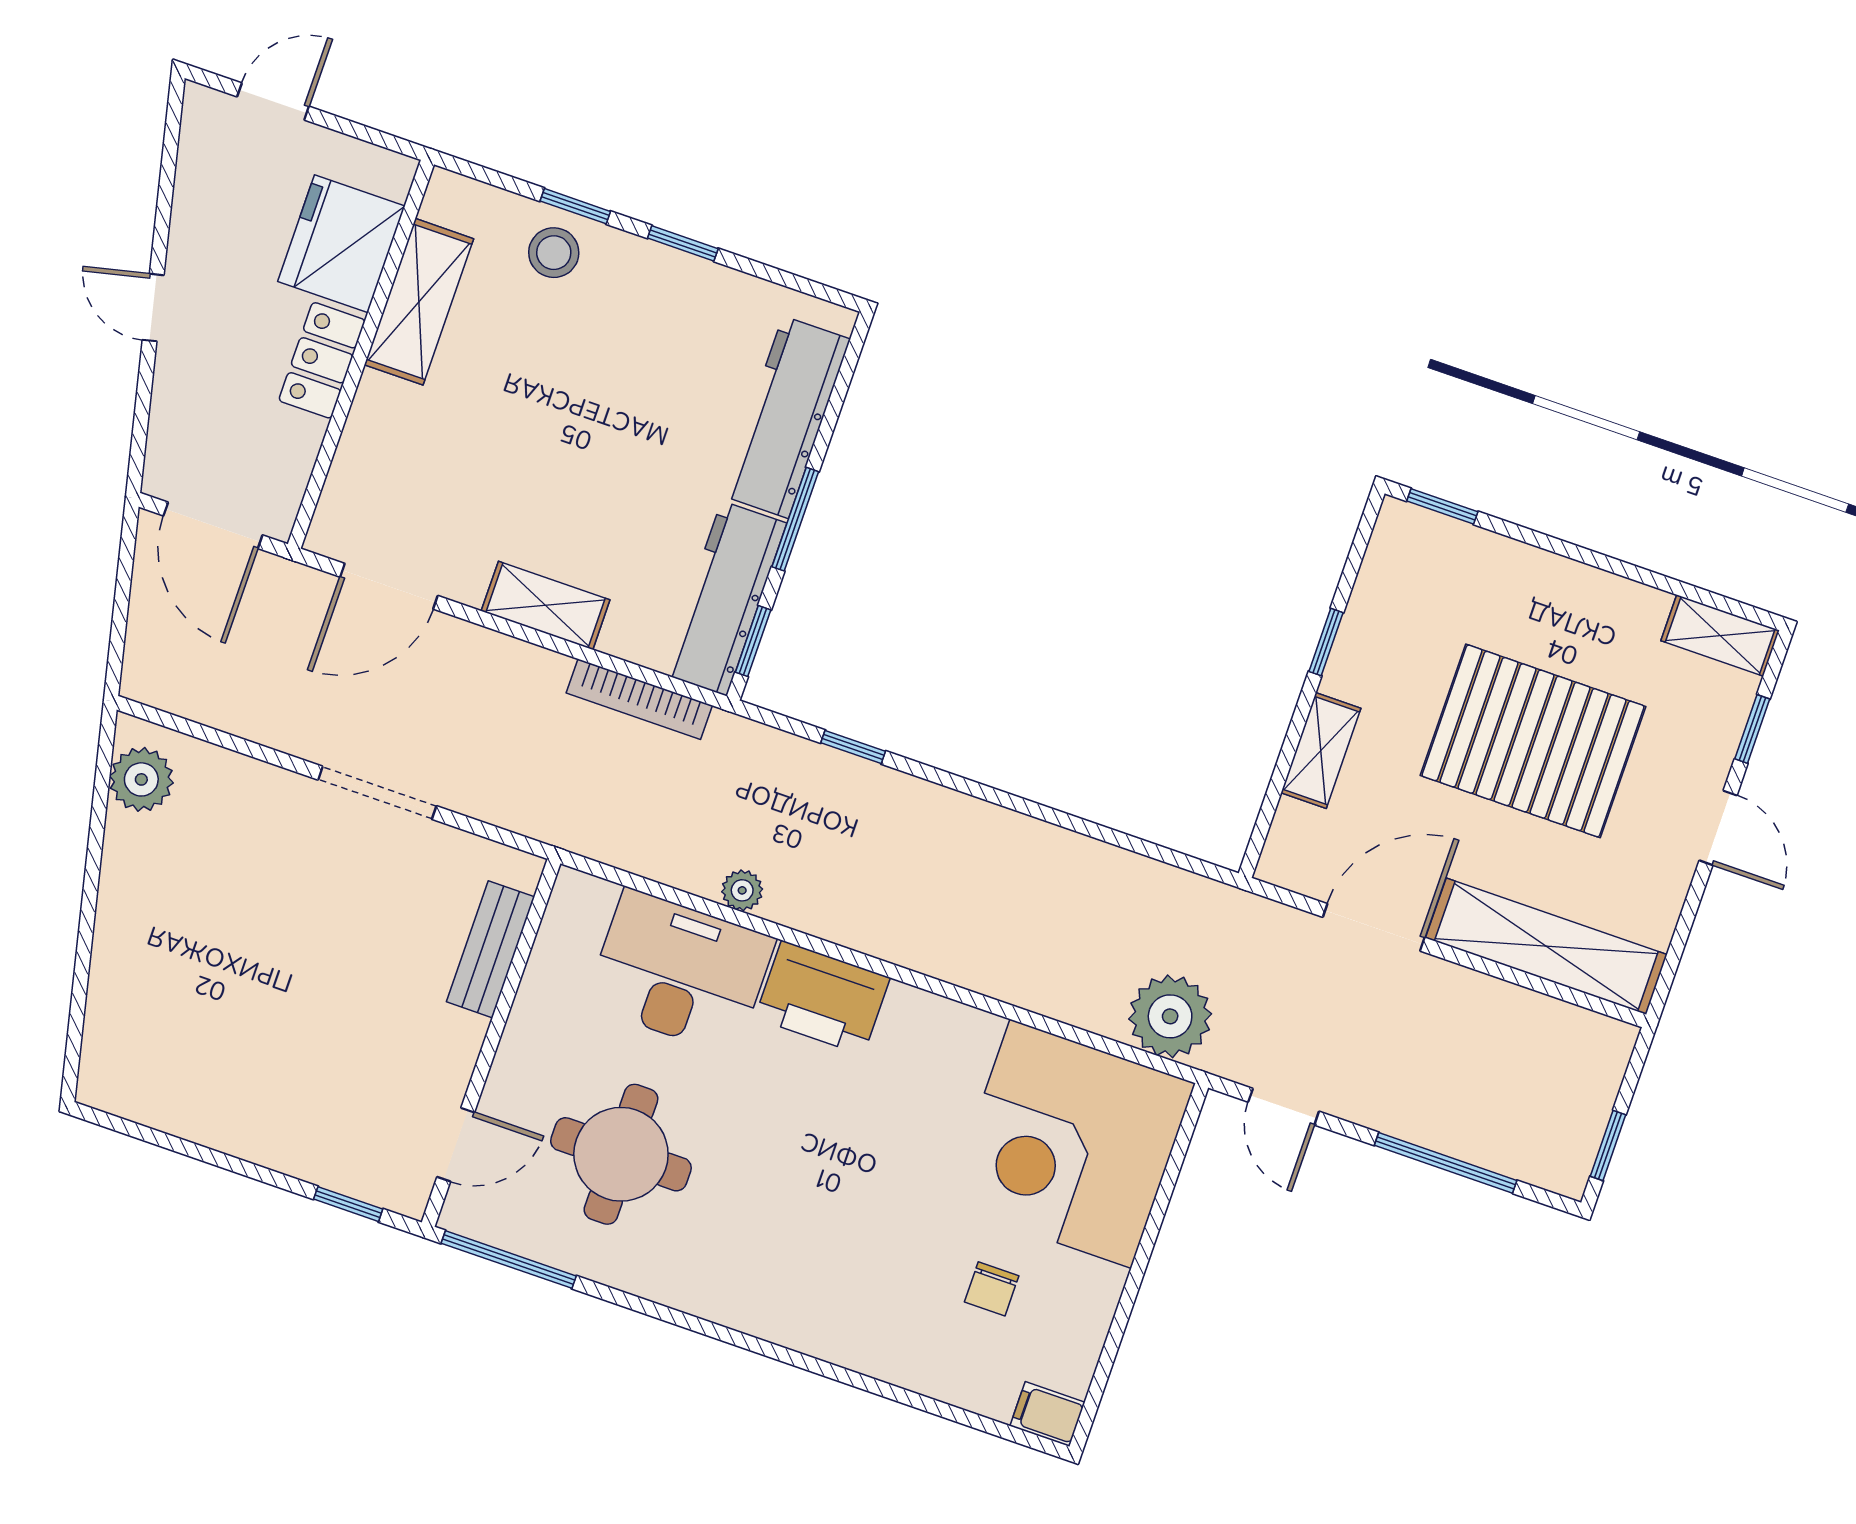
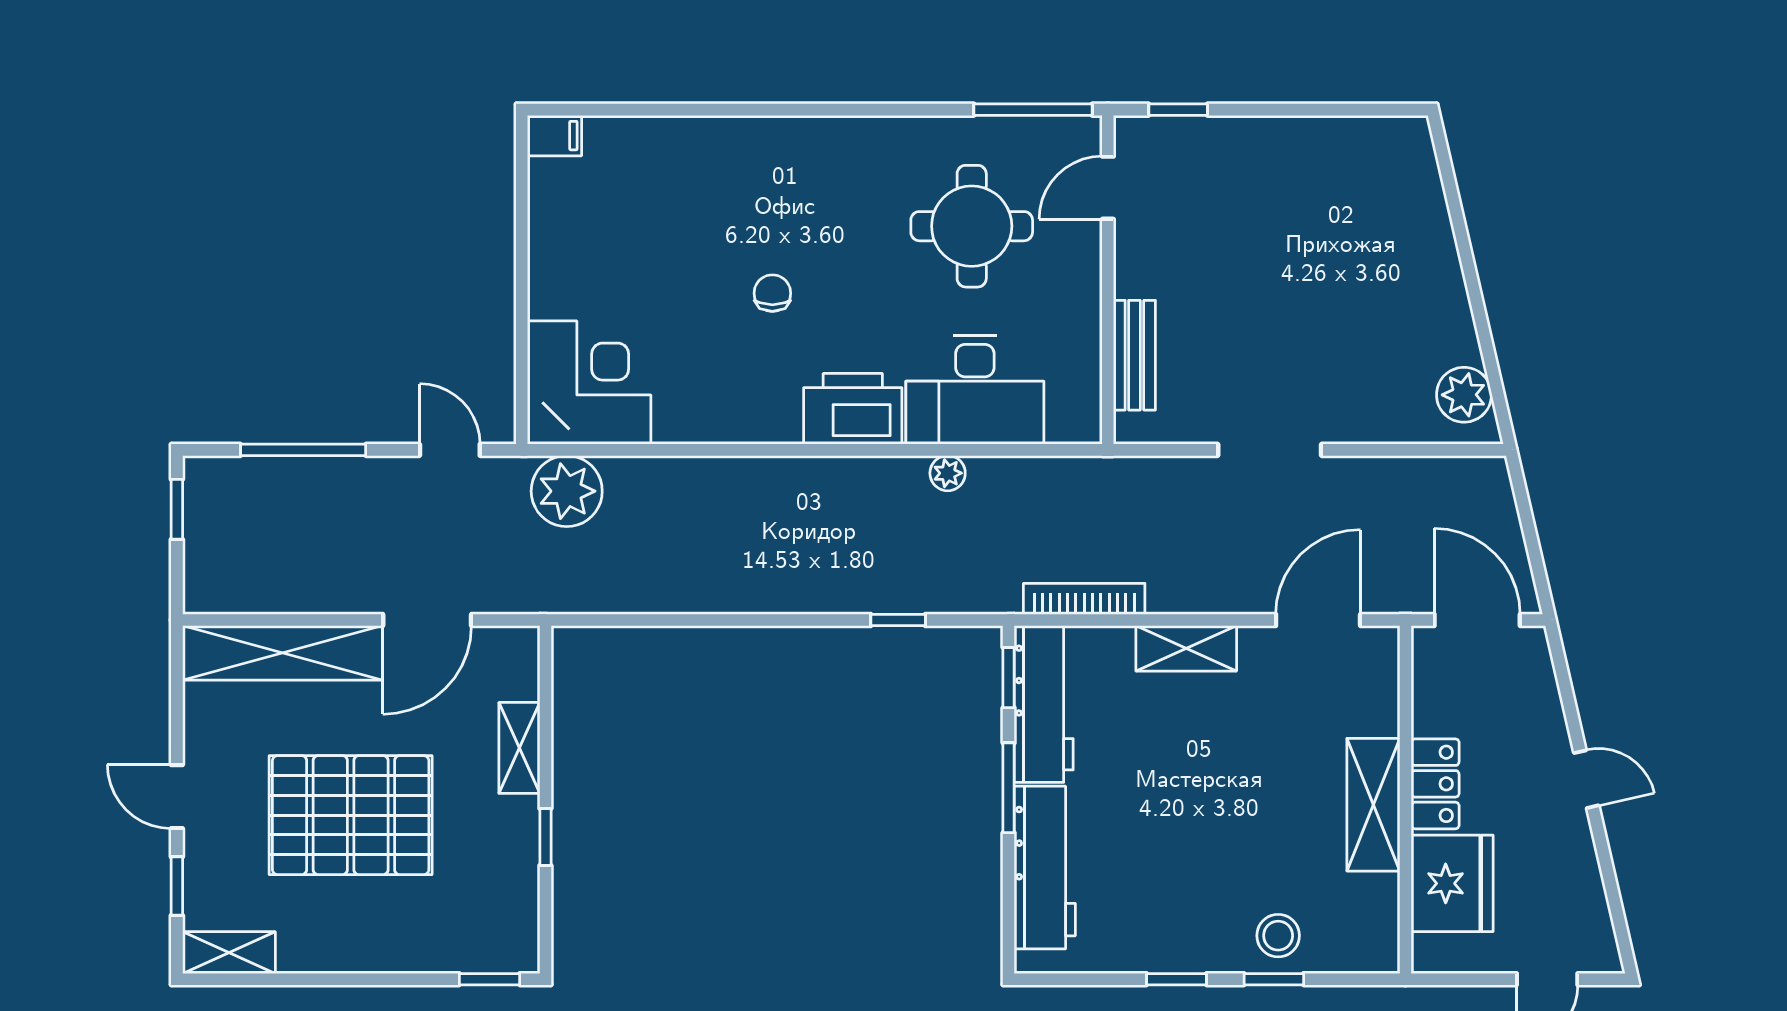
shelving: (419, 302) -> (1373, 805), moved
corner desk: (1071, 1144) -> (589, 383), width x0.74, depth x0.74
chair: (992, 1289) -> (772, 293), moved

